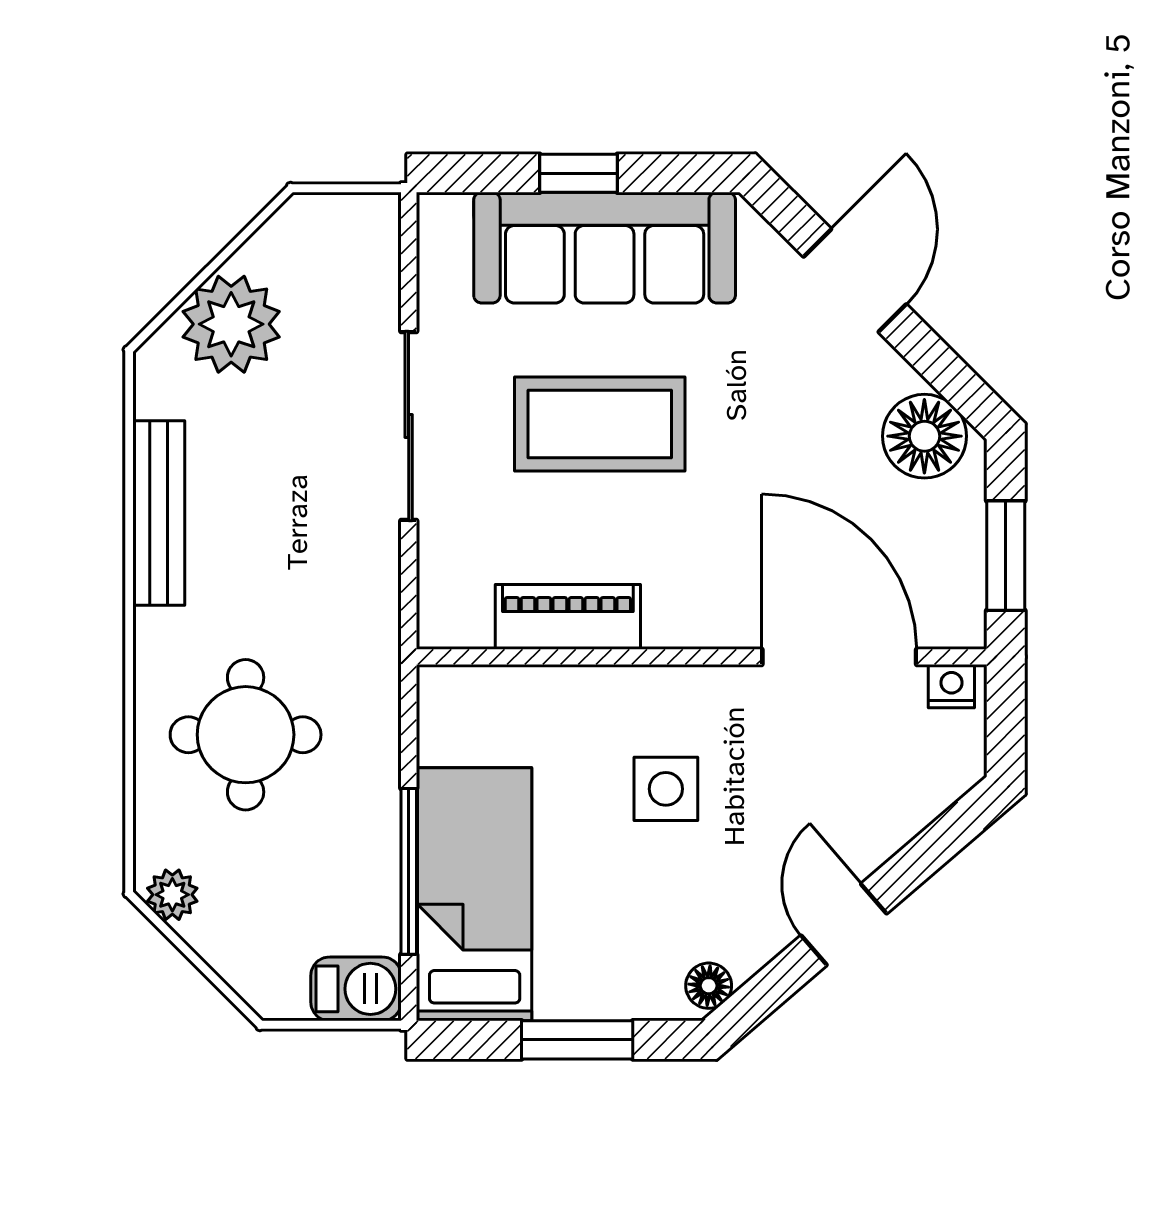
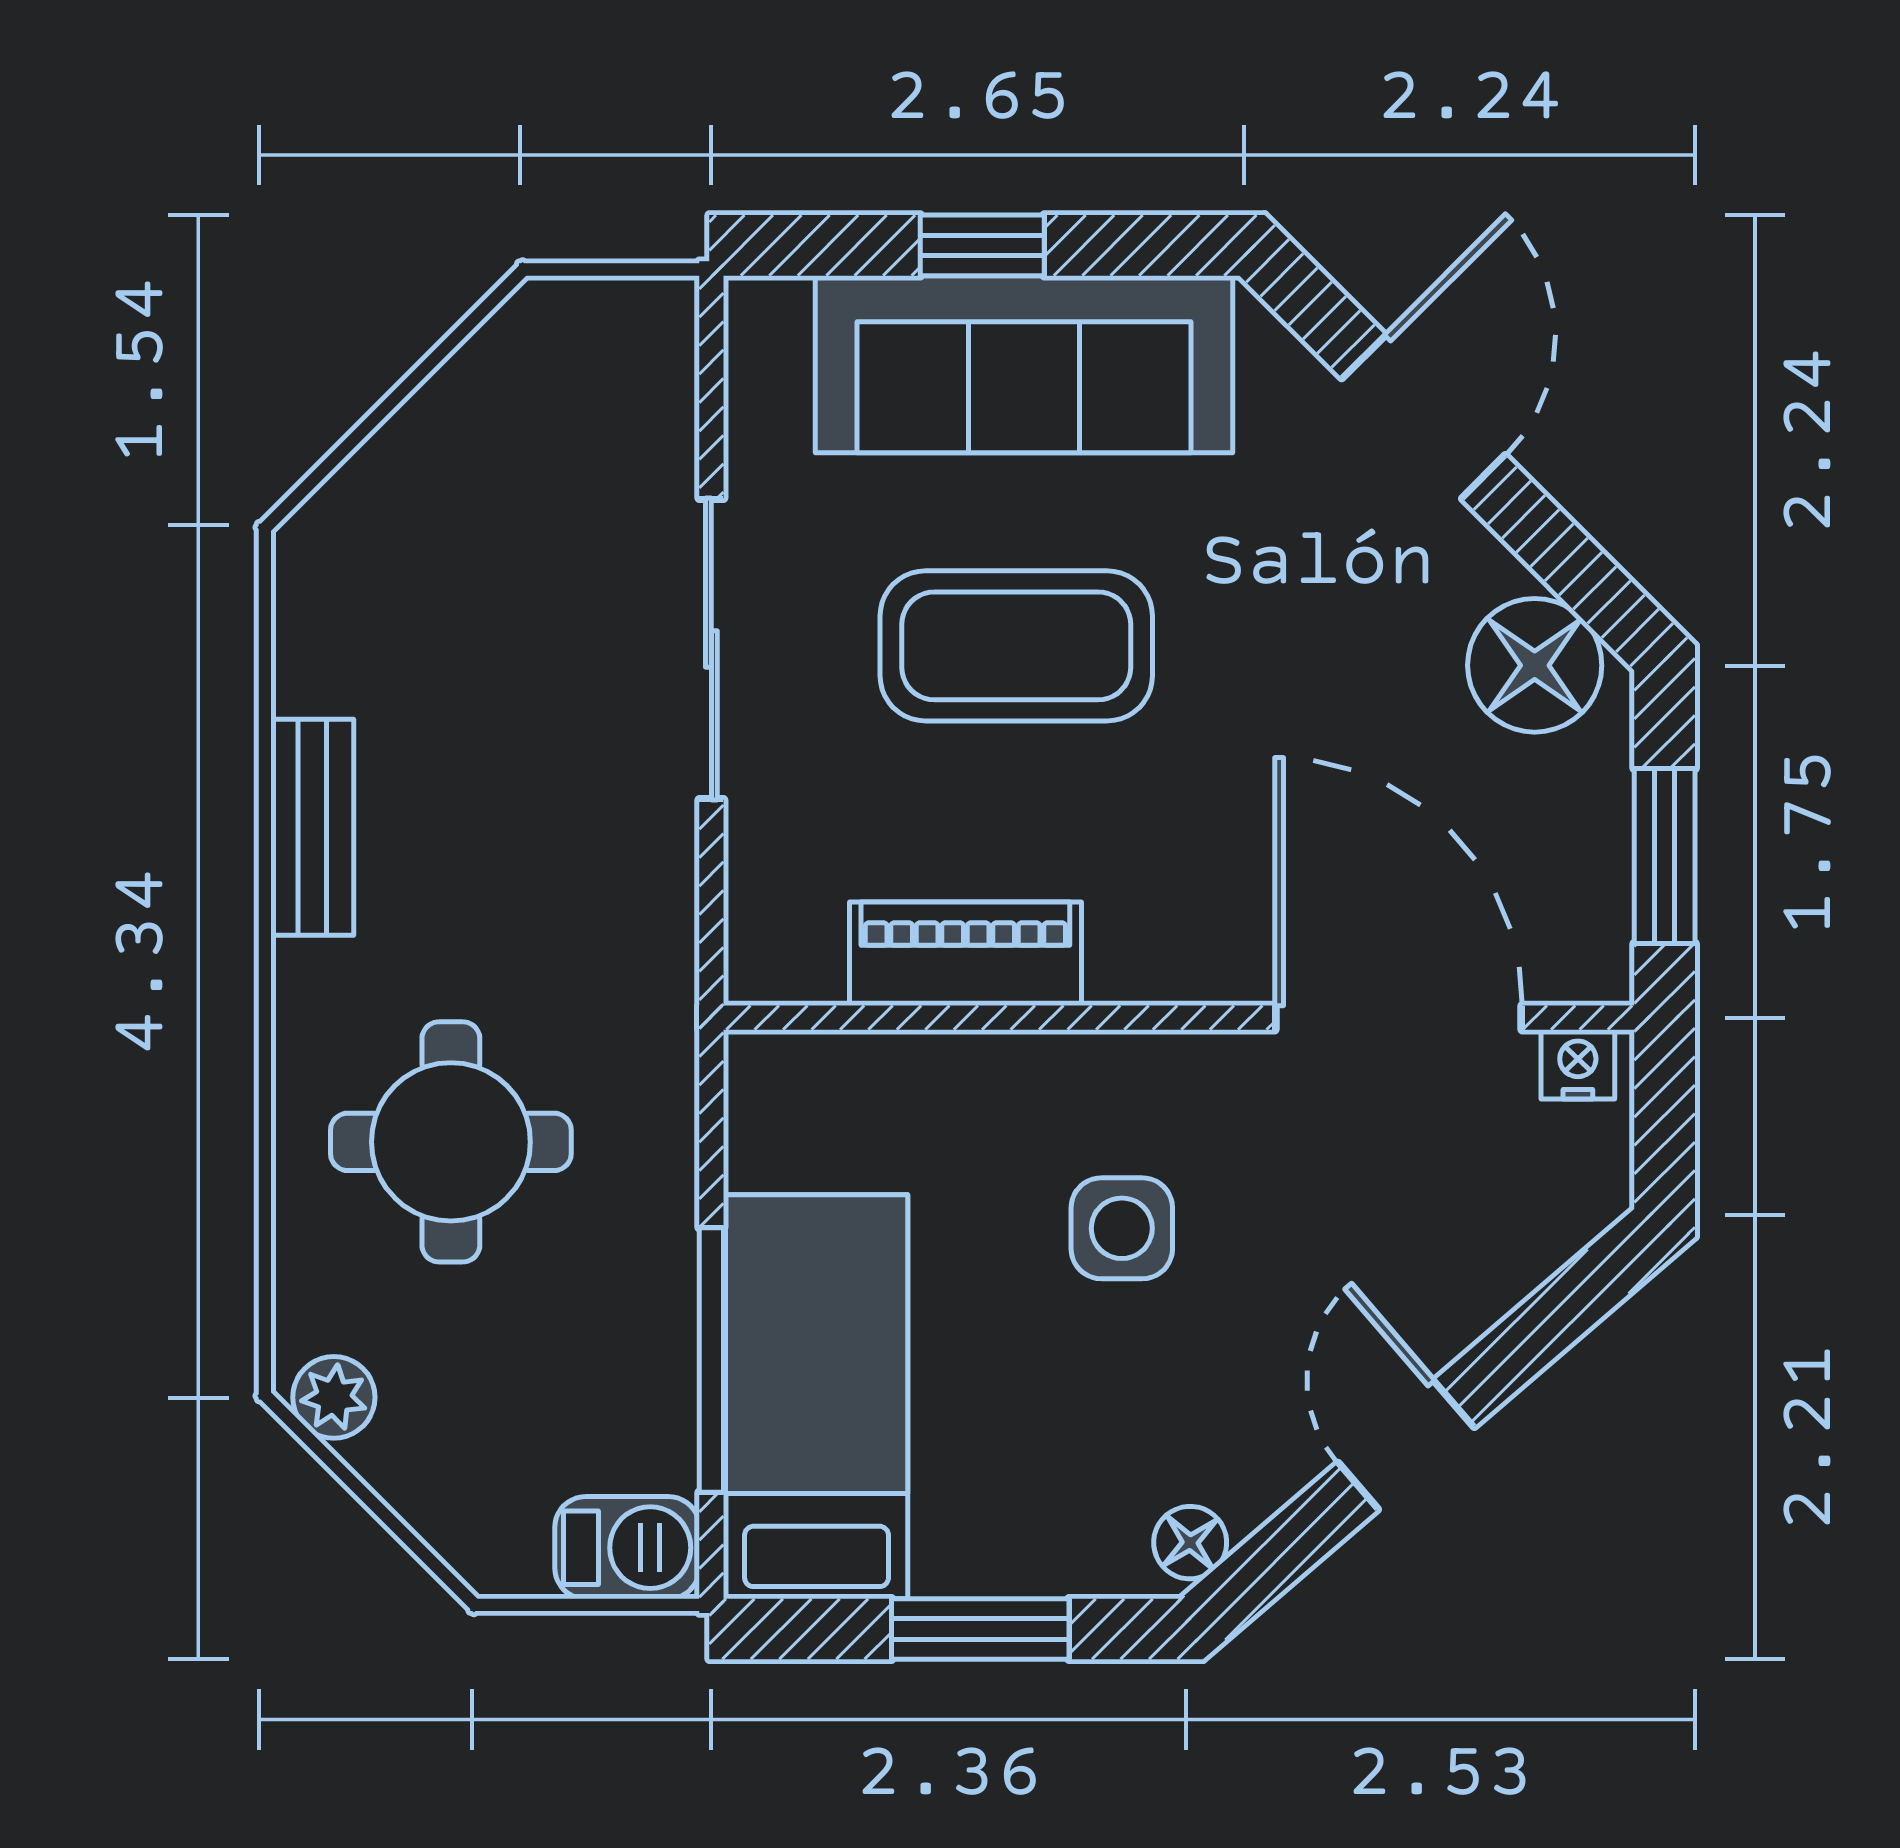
plant: (231, 324) -> (428, 487), removed
bench: (159, 513) -> (312, 827), width x0.73

